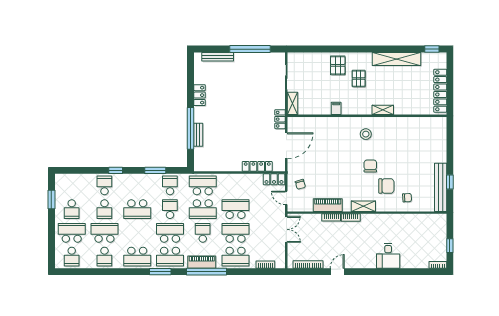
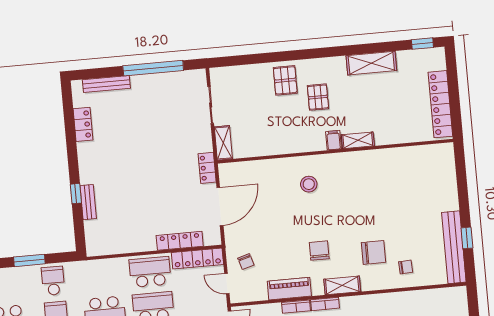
shelving: (396, 59) -> (371, 63), width x0.68
locker: (200, 95) -> (83, 124), moved
filing cabinet: (336, 108) -> (334, 140), moved
window: (191, 128) -> (76, 194), width x0.32
stool: (366, 134) -> (309, 184), moved
chair: (370, 166) -> (319, 251), moved
locker: (274, 179) -> (197, 259), width x1.53
school desk: (203, 185) -> (150, 272), moved

